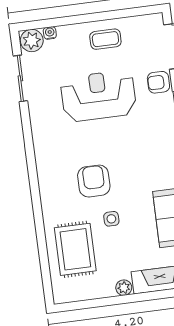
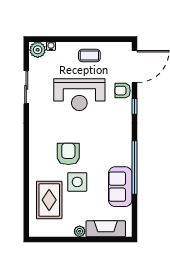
sliding door: (20, 78) -> (26, 87), moved
reception desk: (98, 96) -> (79, 95), turned 180
side table: (111, 219) -> (77, 182), width x1.87, depth x1.87

